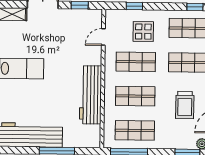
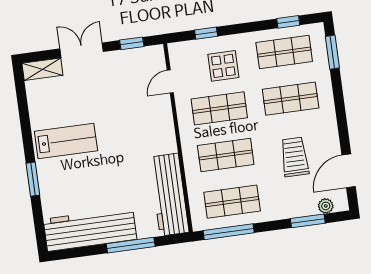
workbench: (91, 95) -> (169, 195), moved
trolley: (185, 105) -> (295, 157), turned 180

